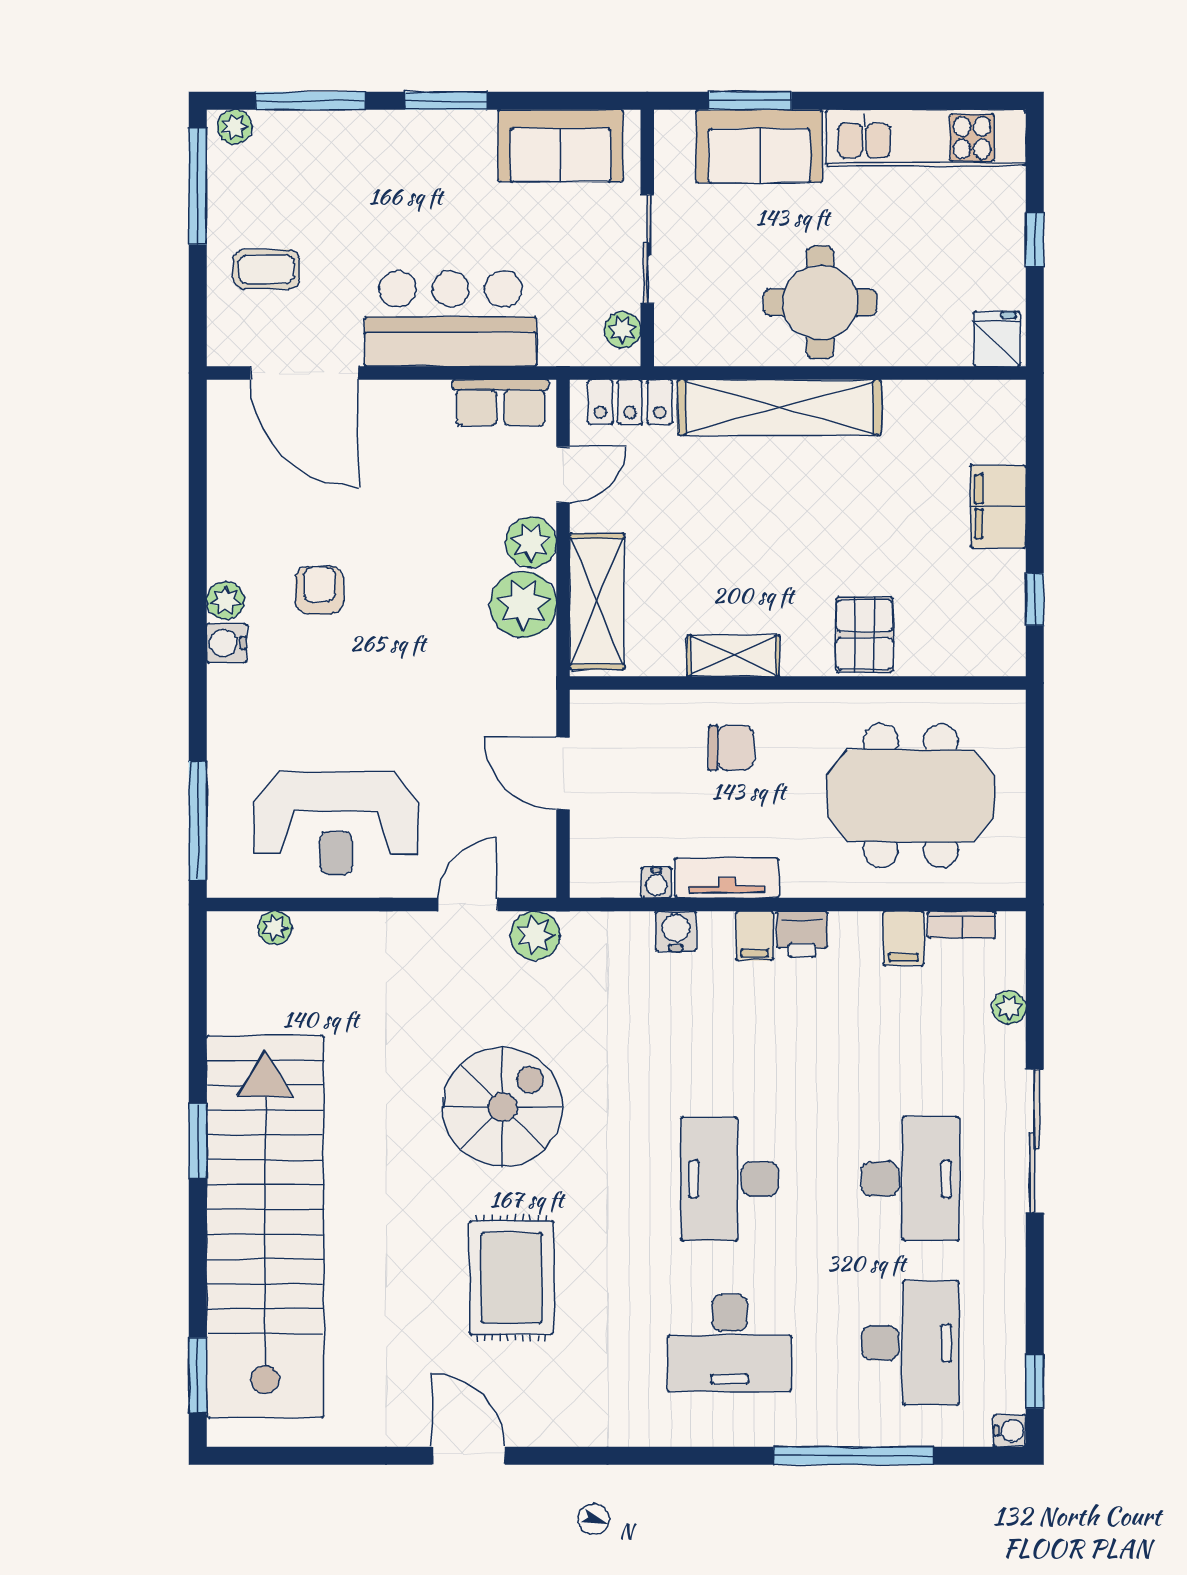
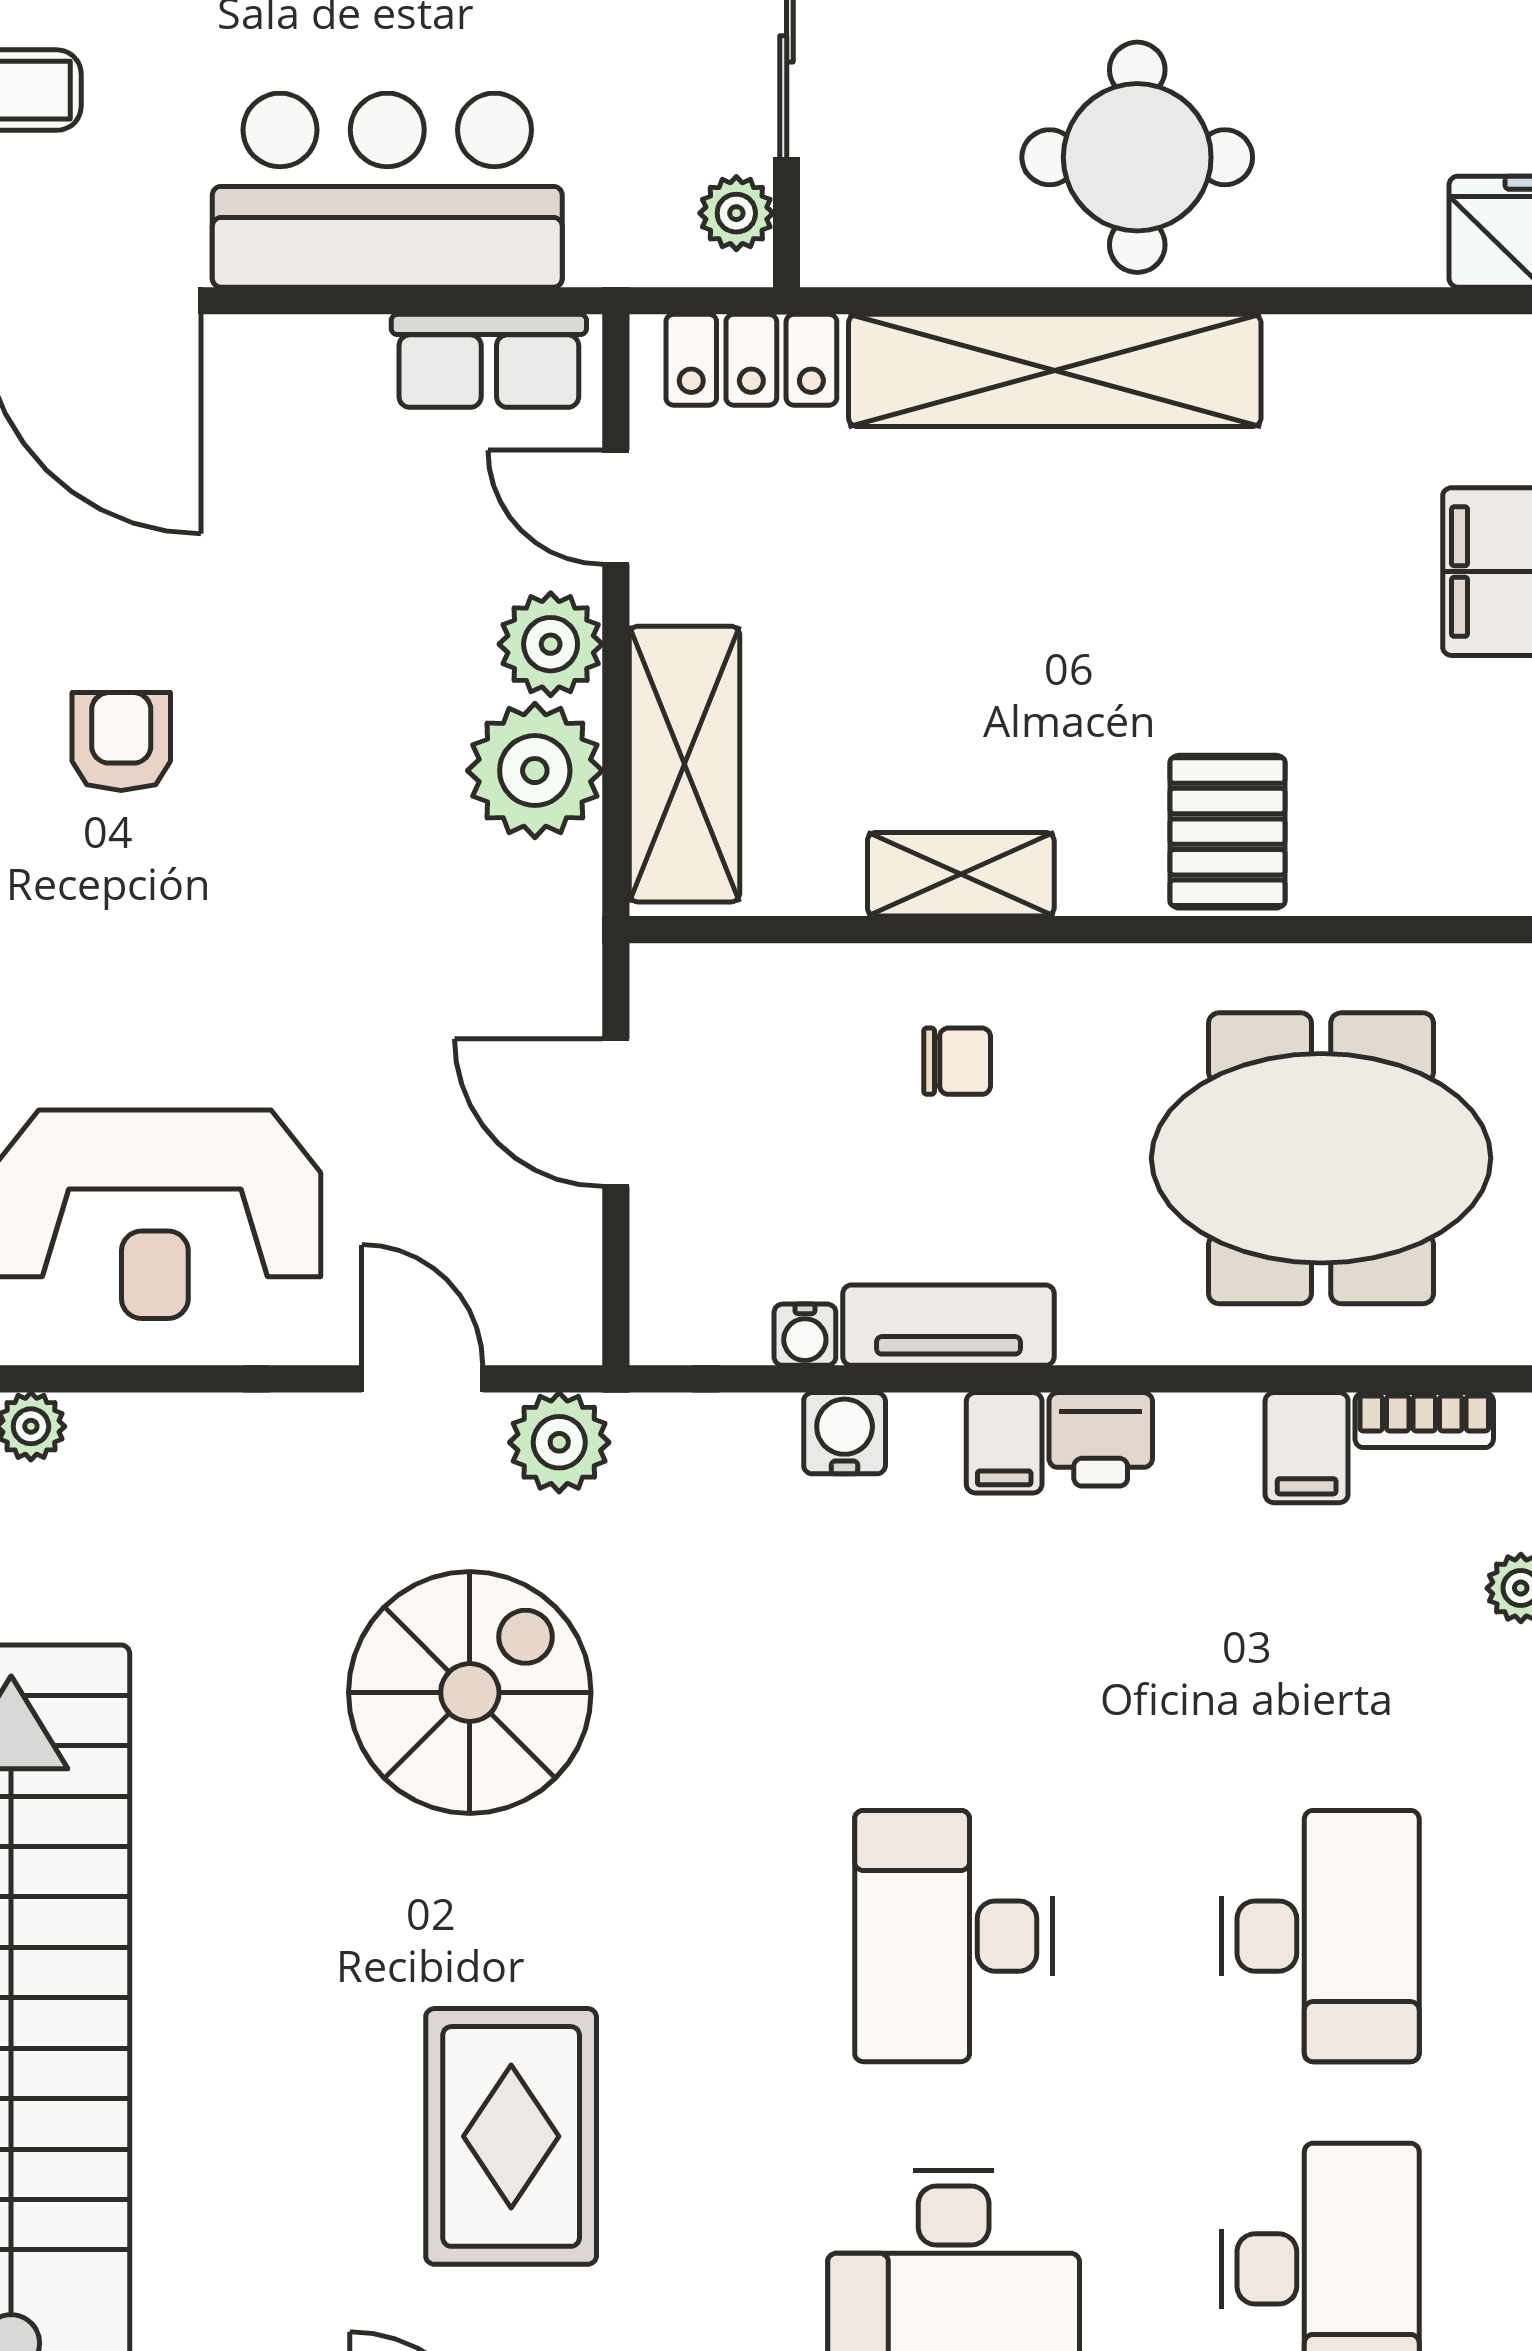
door: (563, 475) -> (616, 507), swing flipped
chair: (731, 748) -> (957, 1061), width x0.73, depth x0.73
door: (468, 904) -> (422, 1379), hinge flipped
spiral stairs: (503, 1107) -> (470, 1693), moved

